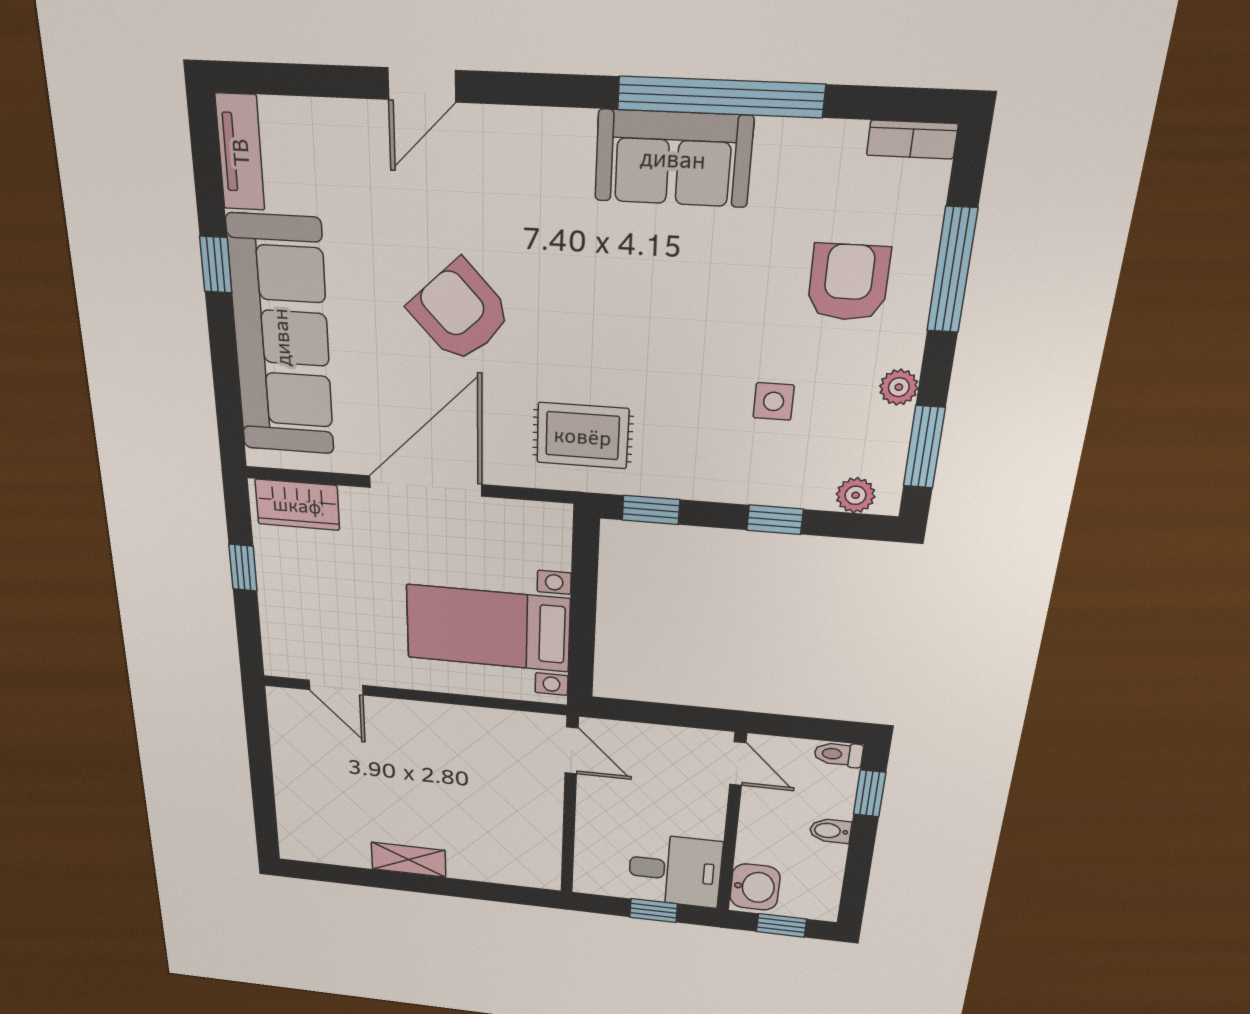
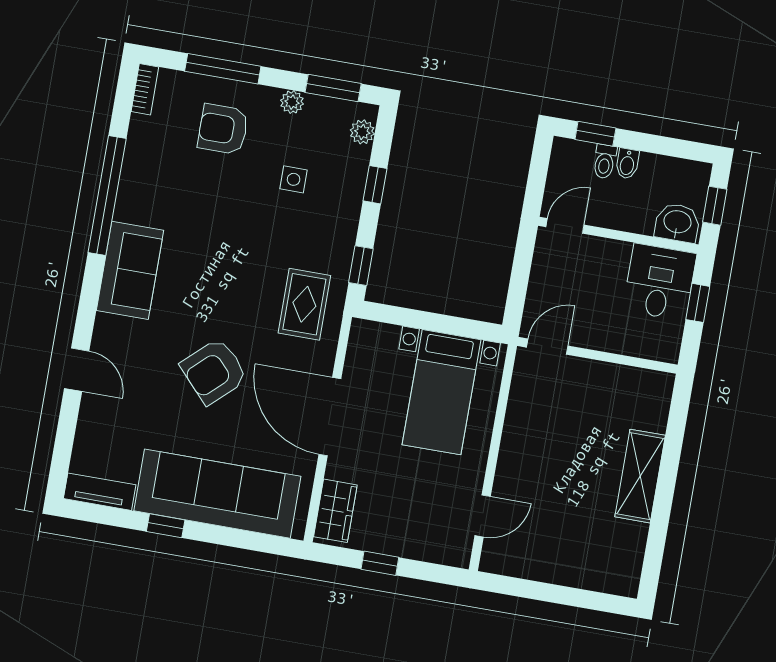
sofa: (673, 158) -> (130, 270), moved
toilet: (839, 754) -> (605, 162), moved
shelving: (409, 860) -> (640, 476), width x1.50, depth x1.33

